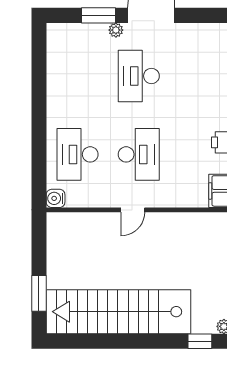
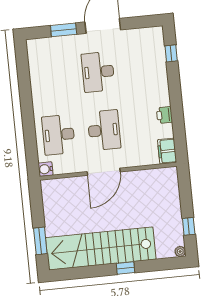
plant: (116, 30) -> (78, 39), removed
door: (133, 210) -> (104, 172), width x1.88
window: (200, 341) -> (126, 268), moved

